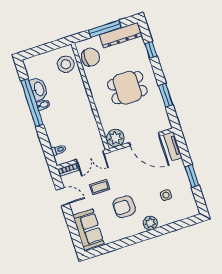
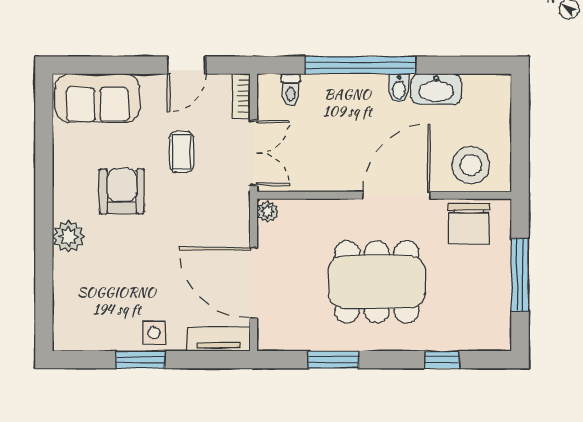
dresser: (121, 35) -> (495, 305), removed
dining table: (127, 88) -> (377, 282), width x1.37
door: (88, 91) -> (396, 195), added
window: (32, 103) -> (360, 65), moved
plant: (115, 138) -> (268, 211), width x0.53, depth x0.53
door: (144, 139) -> (254, 283), hinge flipped
double door: (90, 157) -> (254, 153), swing flipped
side table: (166, 195) -> (154, 333), moved

